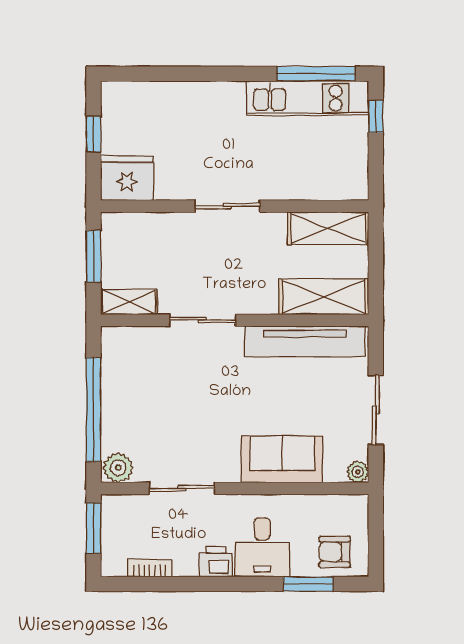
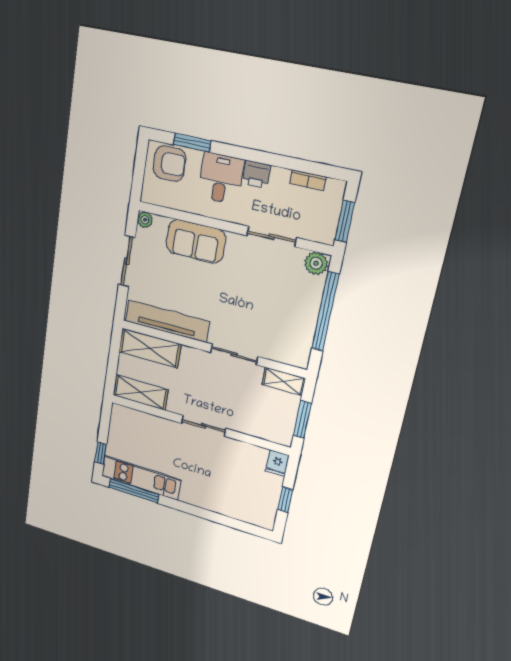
fridge: (127, 178) -> (277, 463), width x0.53, depth x0.75
armchair: (335, 552) -> (169, 164), width x1.38, depth x1.38

